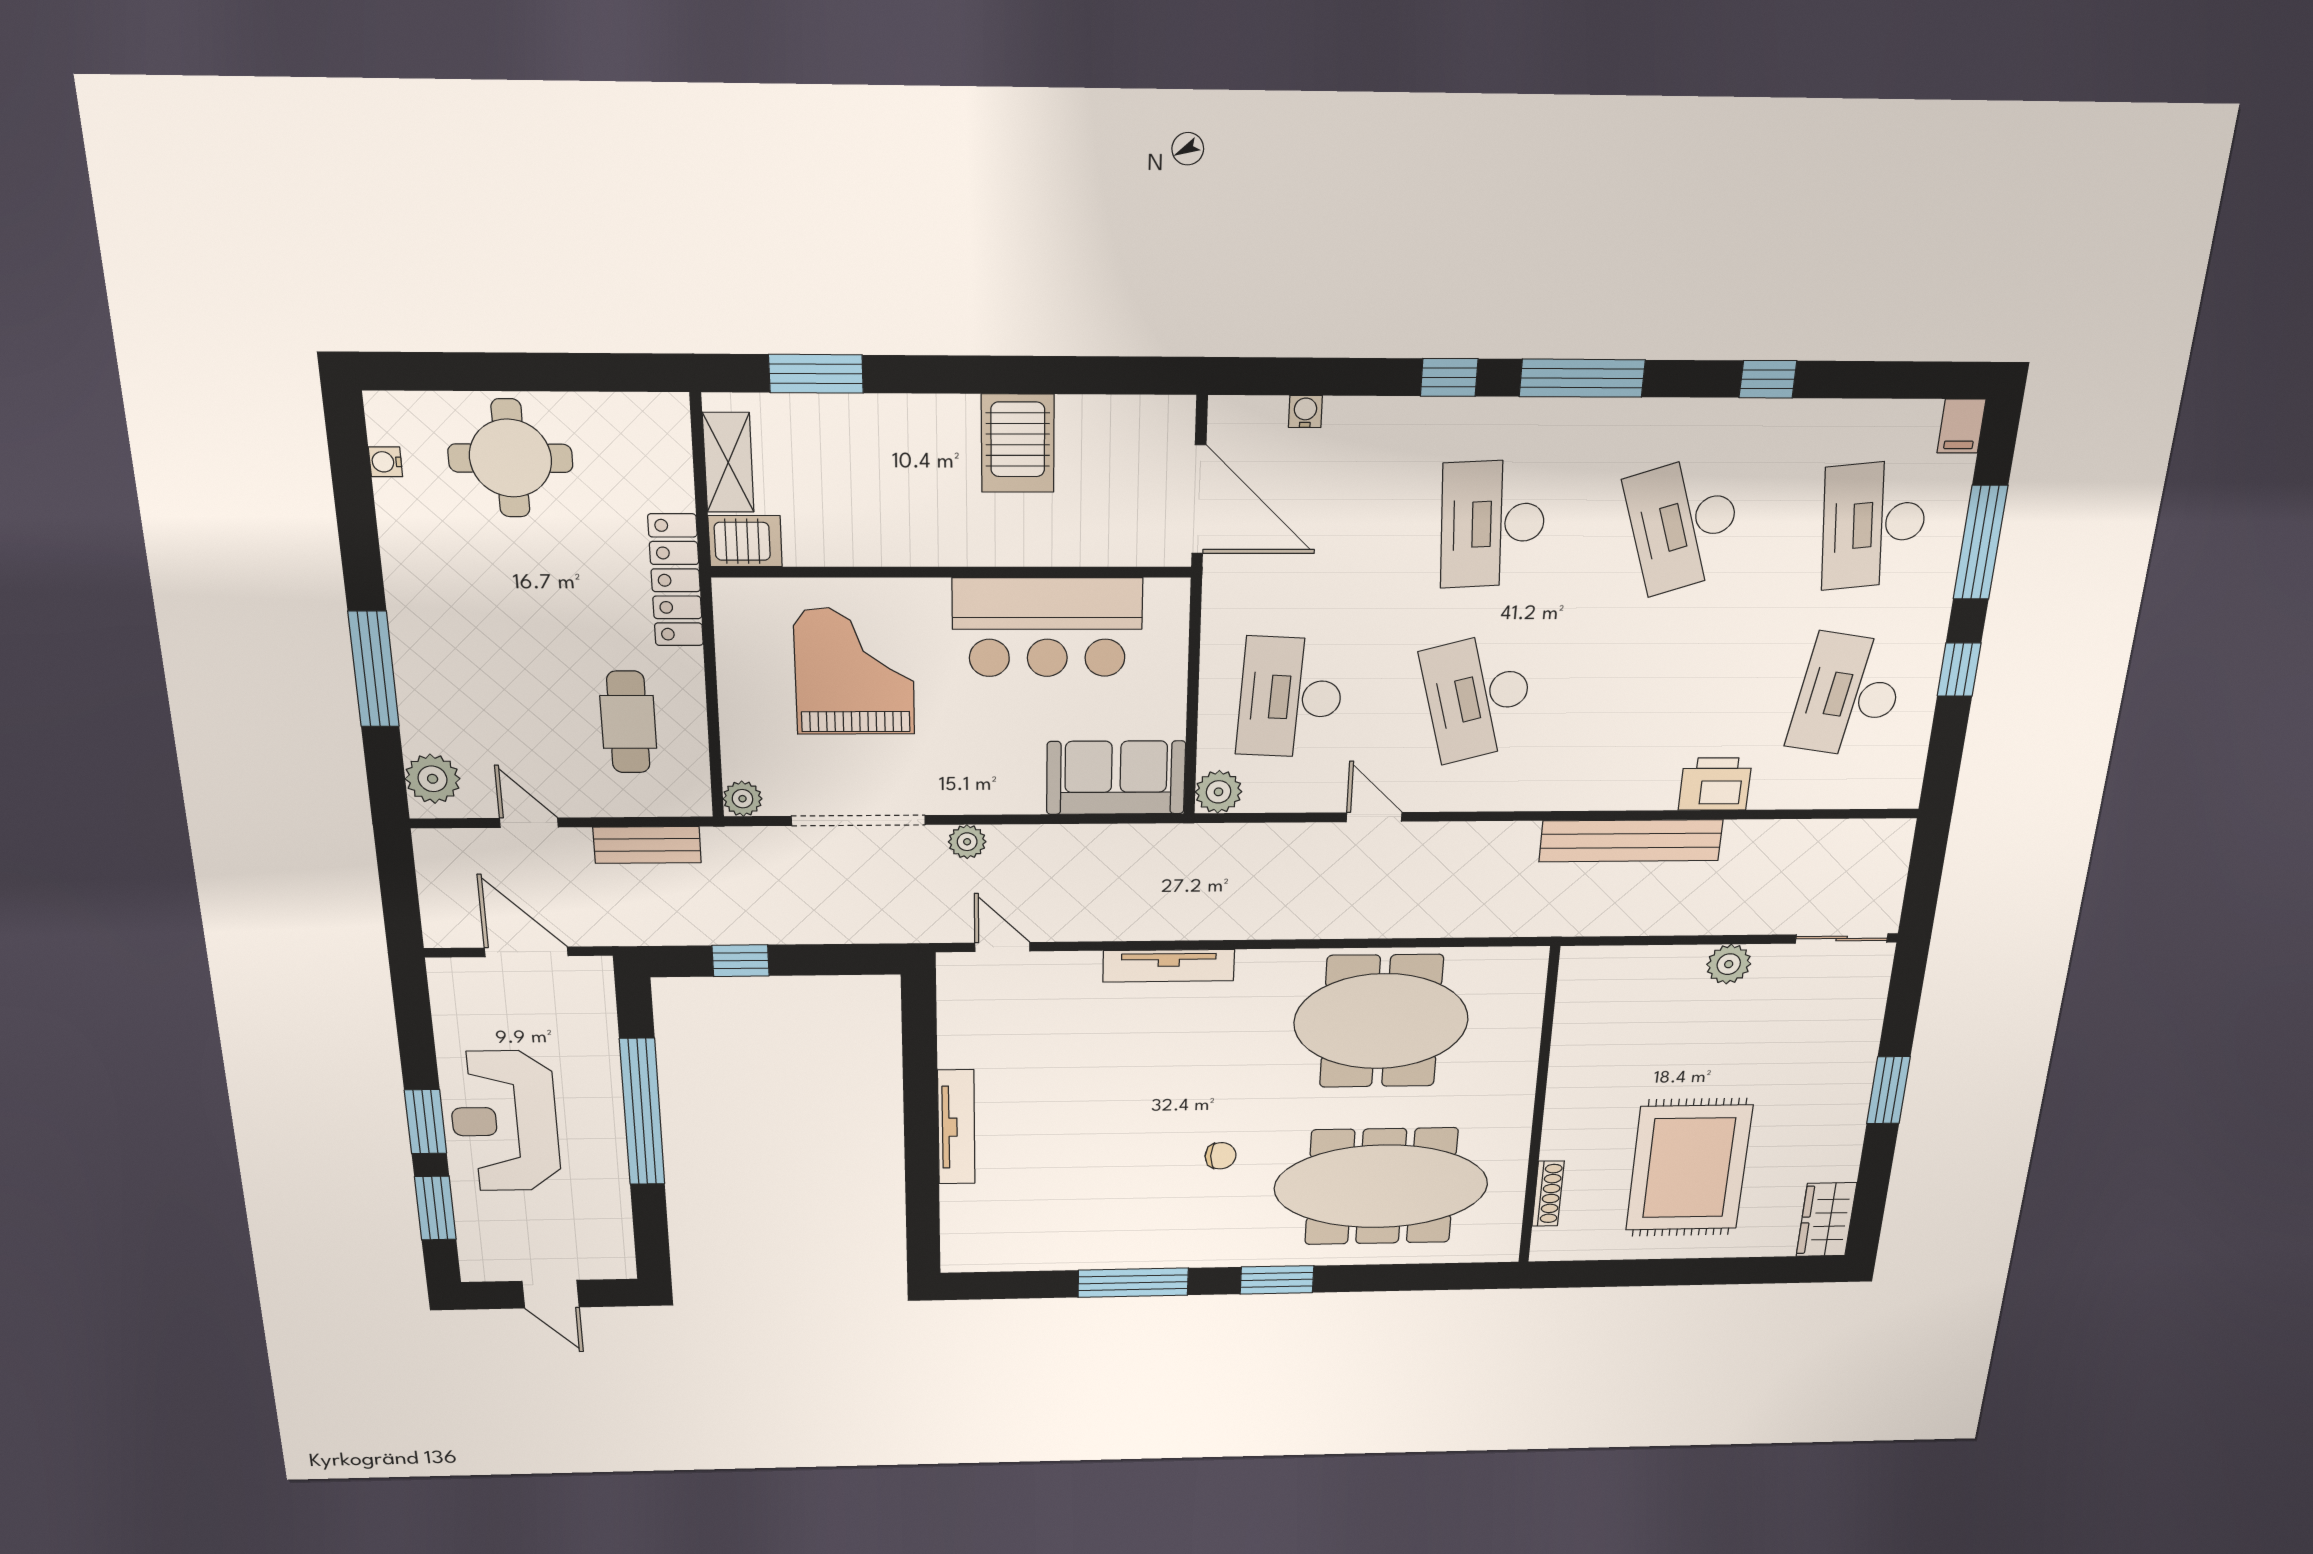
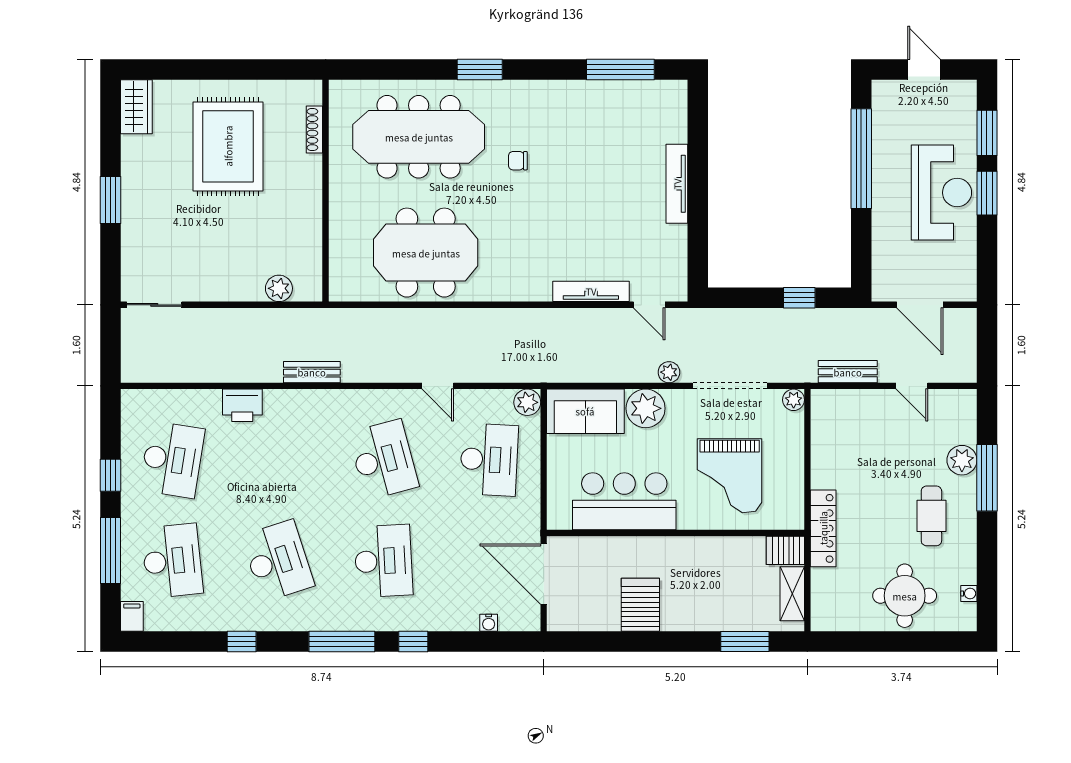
cafe table: (628, 722) -> (931, 516), moved
plant: (433, 779) -> (962, 460), moved
plant: (1009, 783) -> (646, 408), added
bench: (1631, 841) -> (312, 372), width x0.54, depth x0.82
plant: (1729, 964) -> (279, 288), moved
tv unit: (1169, 966) -> (591, 291), moved
window: (642, 1112) -> (861, 159), moved
window: (1133, 1283) -> (620, 69), moved

